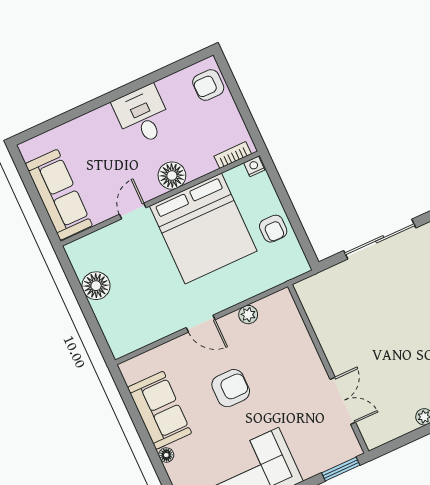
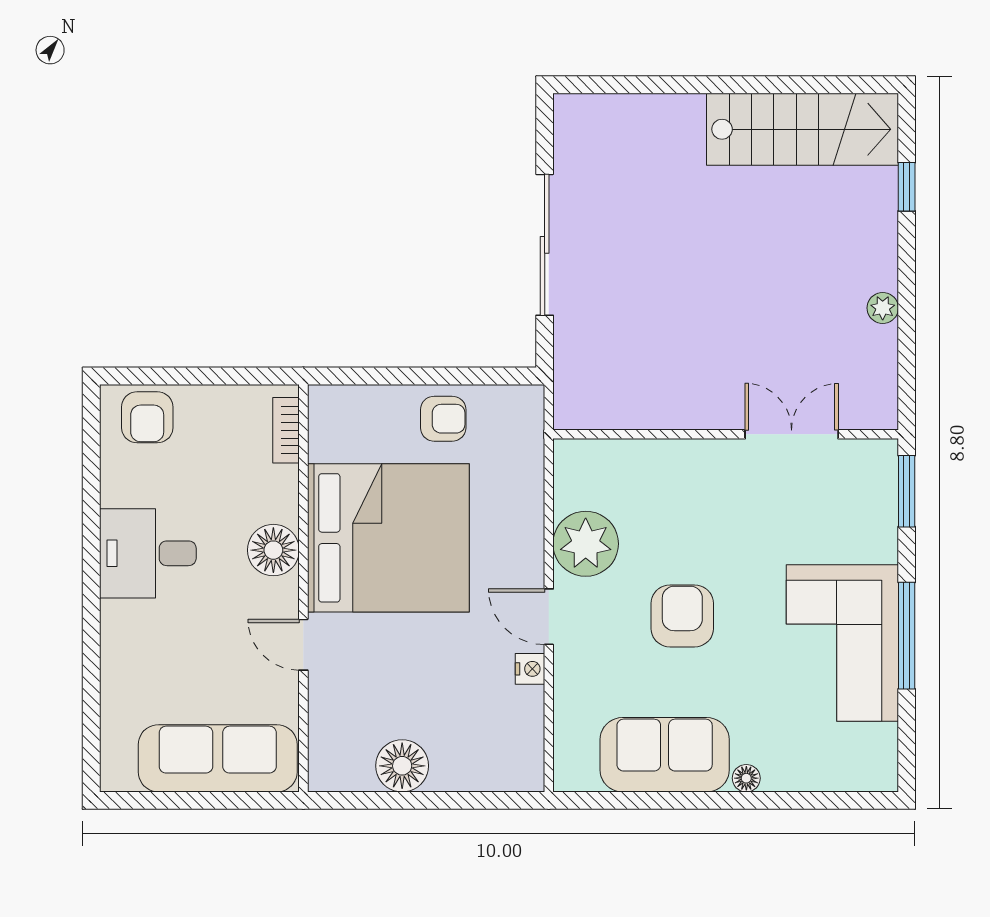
nightstand: (254, 166) -> (530, 669), moved, turned 180
plant: (248, 315) -> (586, 544), width x1.88, depth x1.88
door: (201, 324) -> (549, 617), swing flipped

